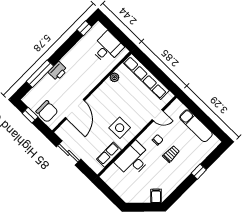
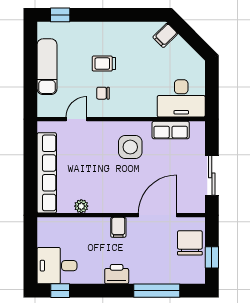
desk: (107, 48) -> (57, 266), moved
printer: (58, 71) -> (117, 274), moved
filing cabinet: (87, 85) -> (118, 227), added
door: (158, 115) -> (76, 119), hinge flipped
desk: (133, 160) -> (181, 98), moved
window: (199, 172) -> (60, 15), moved

